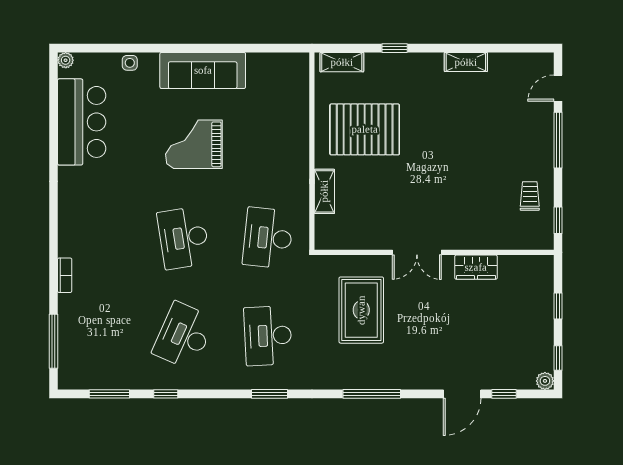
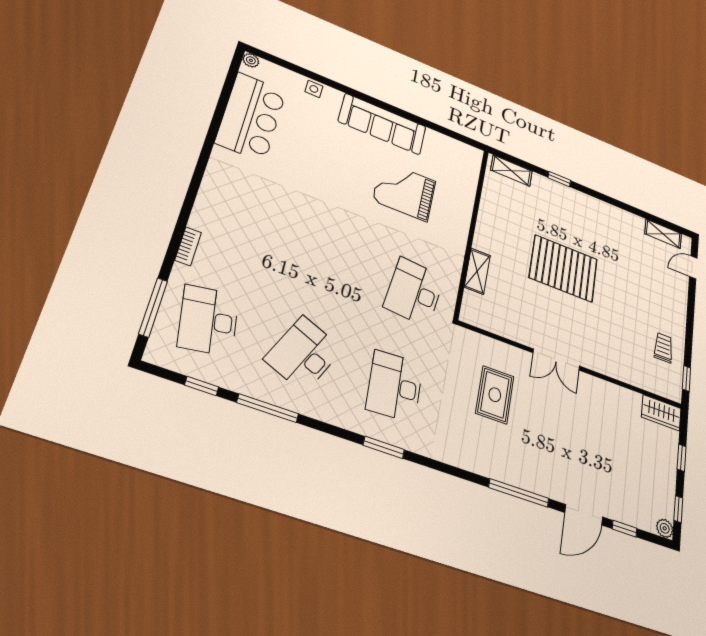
shelving: (466, 62) -> (663, 234), moved
pallet: (365, 129) -> (563, 268), moved
window: (558, 140) -> (691, 310), removed
grand piano: (194, 144) -> (404, 191), moved
desk: (184, 238) -> (208, 321), moved
wardrobe: (476, 267) -> (661, 413), moved
rug: (361, 310) -> (495, 395), width x0.73, depth x0.70
window: (109, 394) -> (202, 386), width x0.67
window: (166, 394) -> (268, 408), width x2.17
window: (372, 394) -> (519, 493), moved

